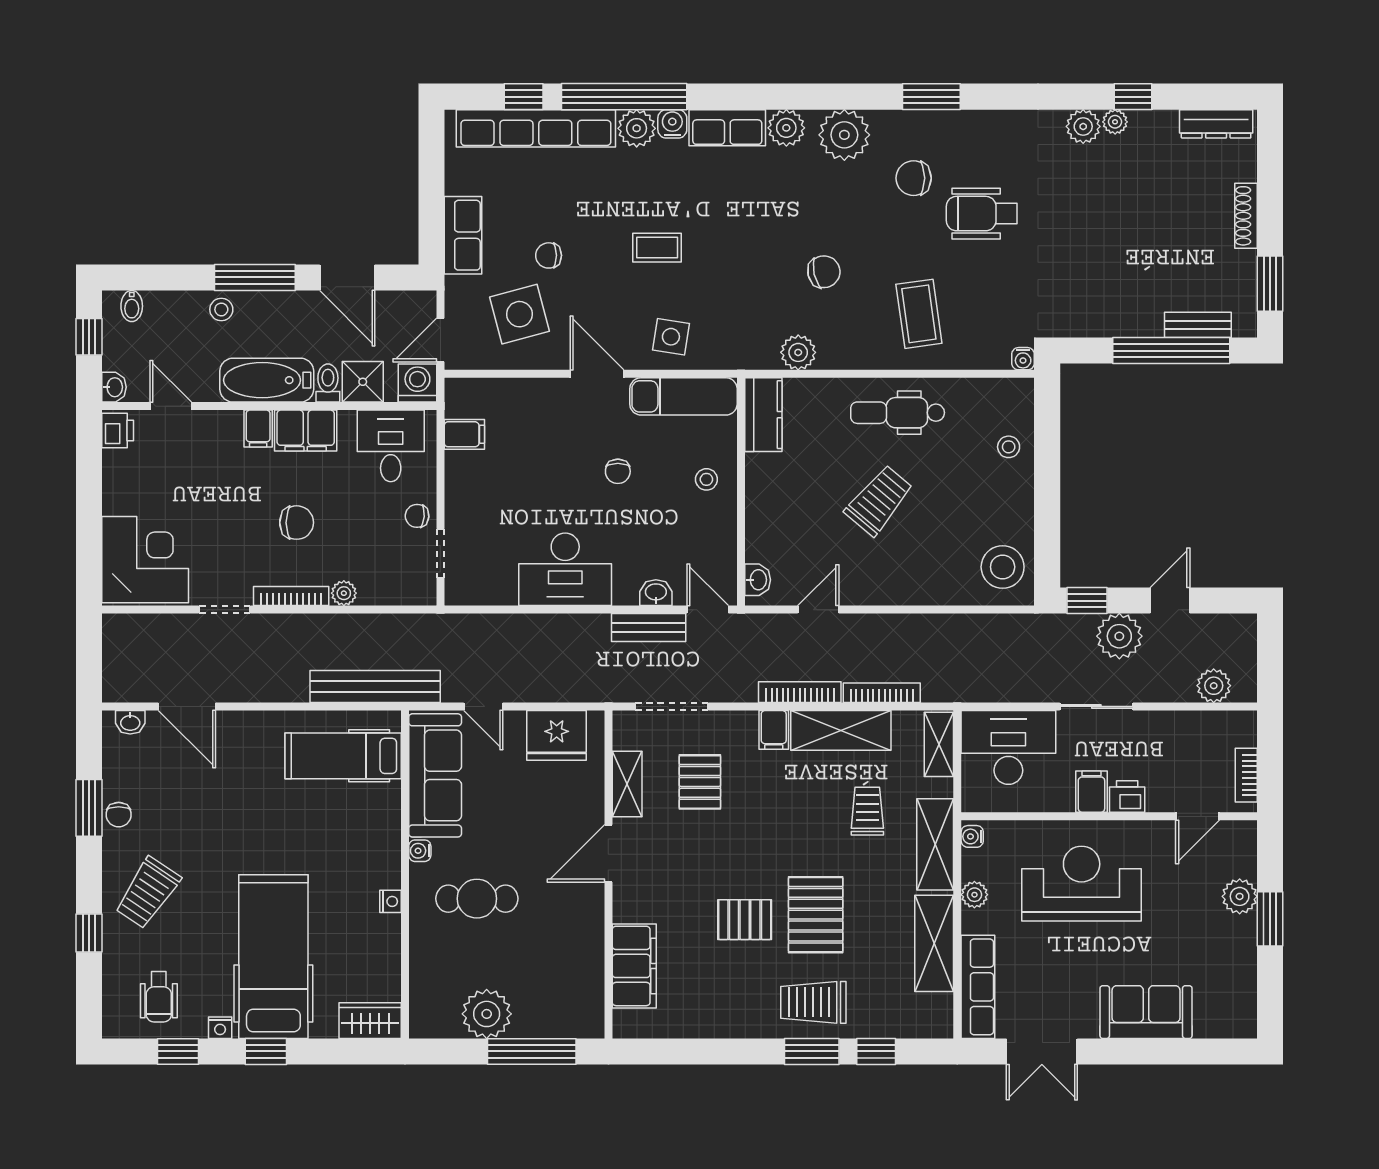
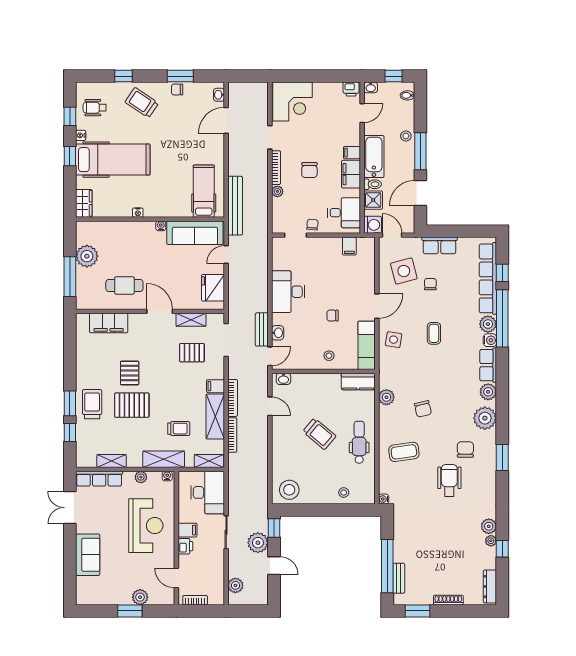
cafe table: (477, 899) -> (124, 285), moved, turned 90
shelving: (934, 943) -> (112, 461), width x0.67, depth x0.75

